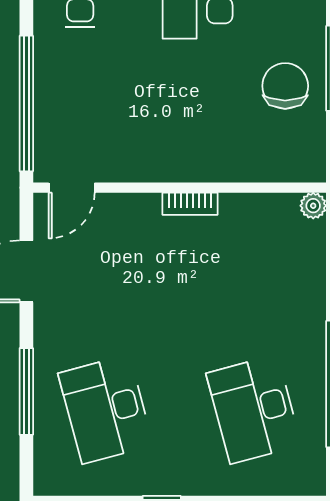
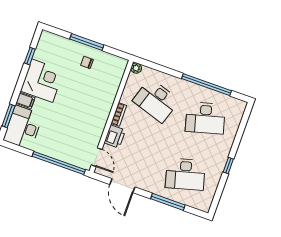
chair: (285, 86) -> (87, 62), width x0.54, depth x0.54
printer: (135, 213) -> (115, 136), added
desk: (254, 279) -> (156, 101), added

